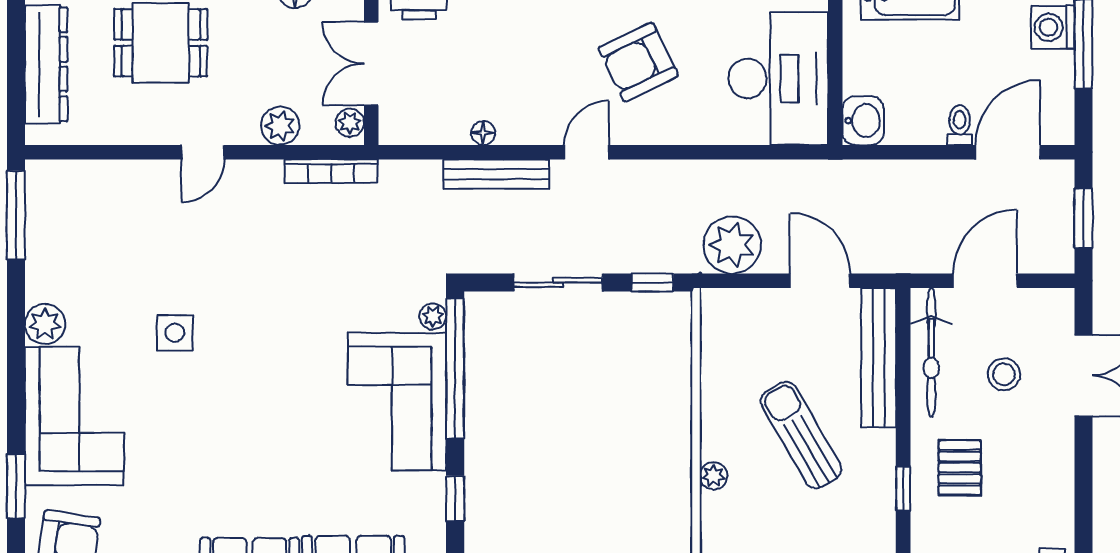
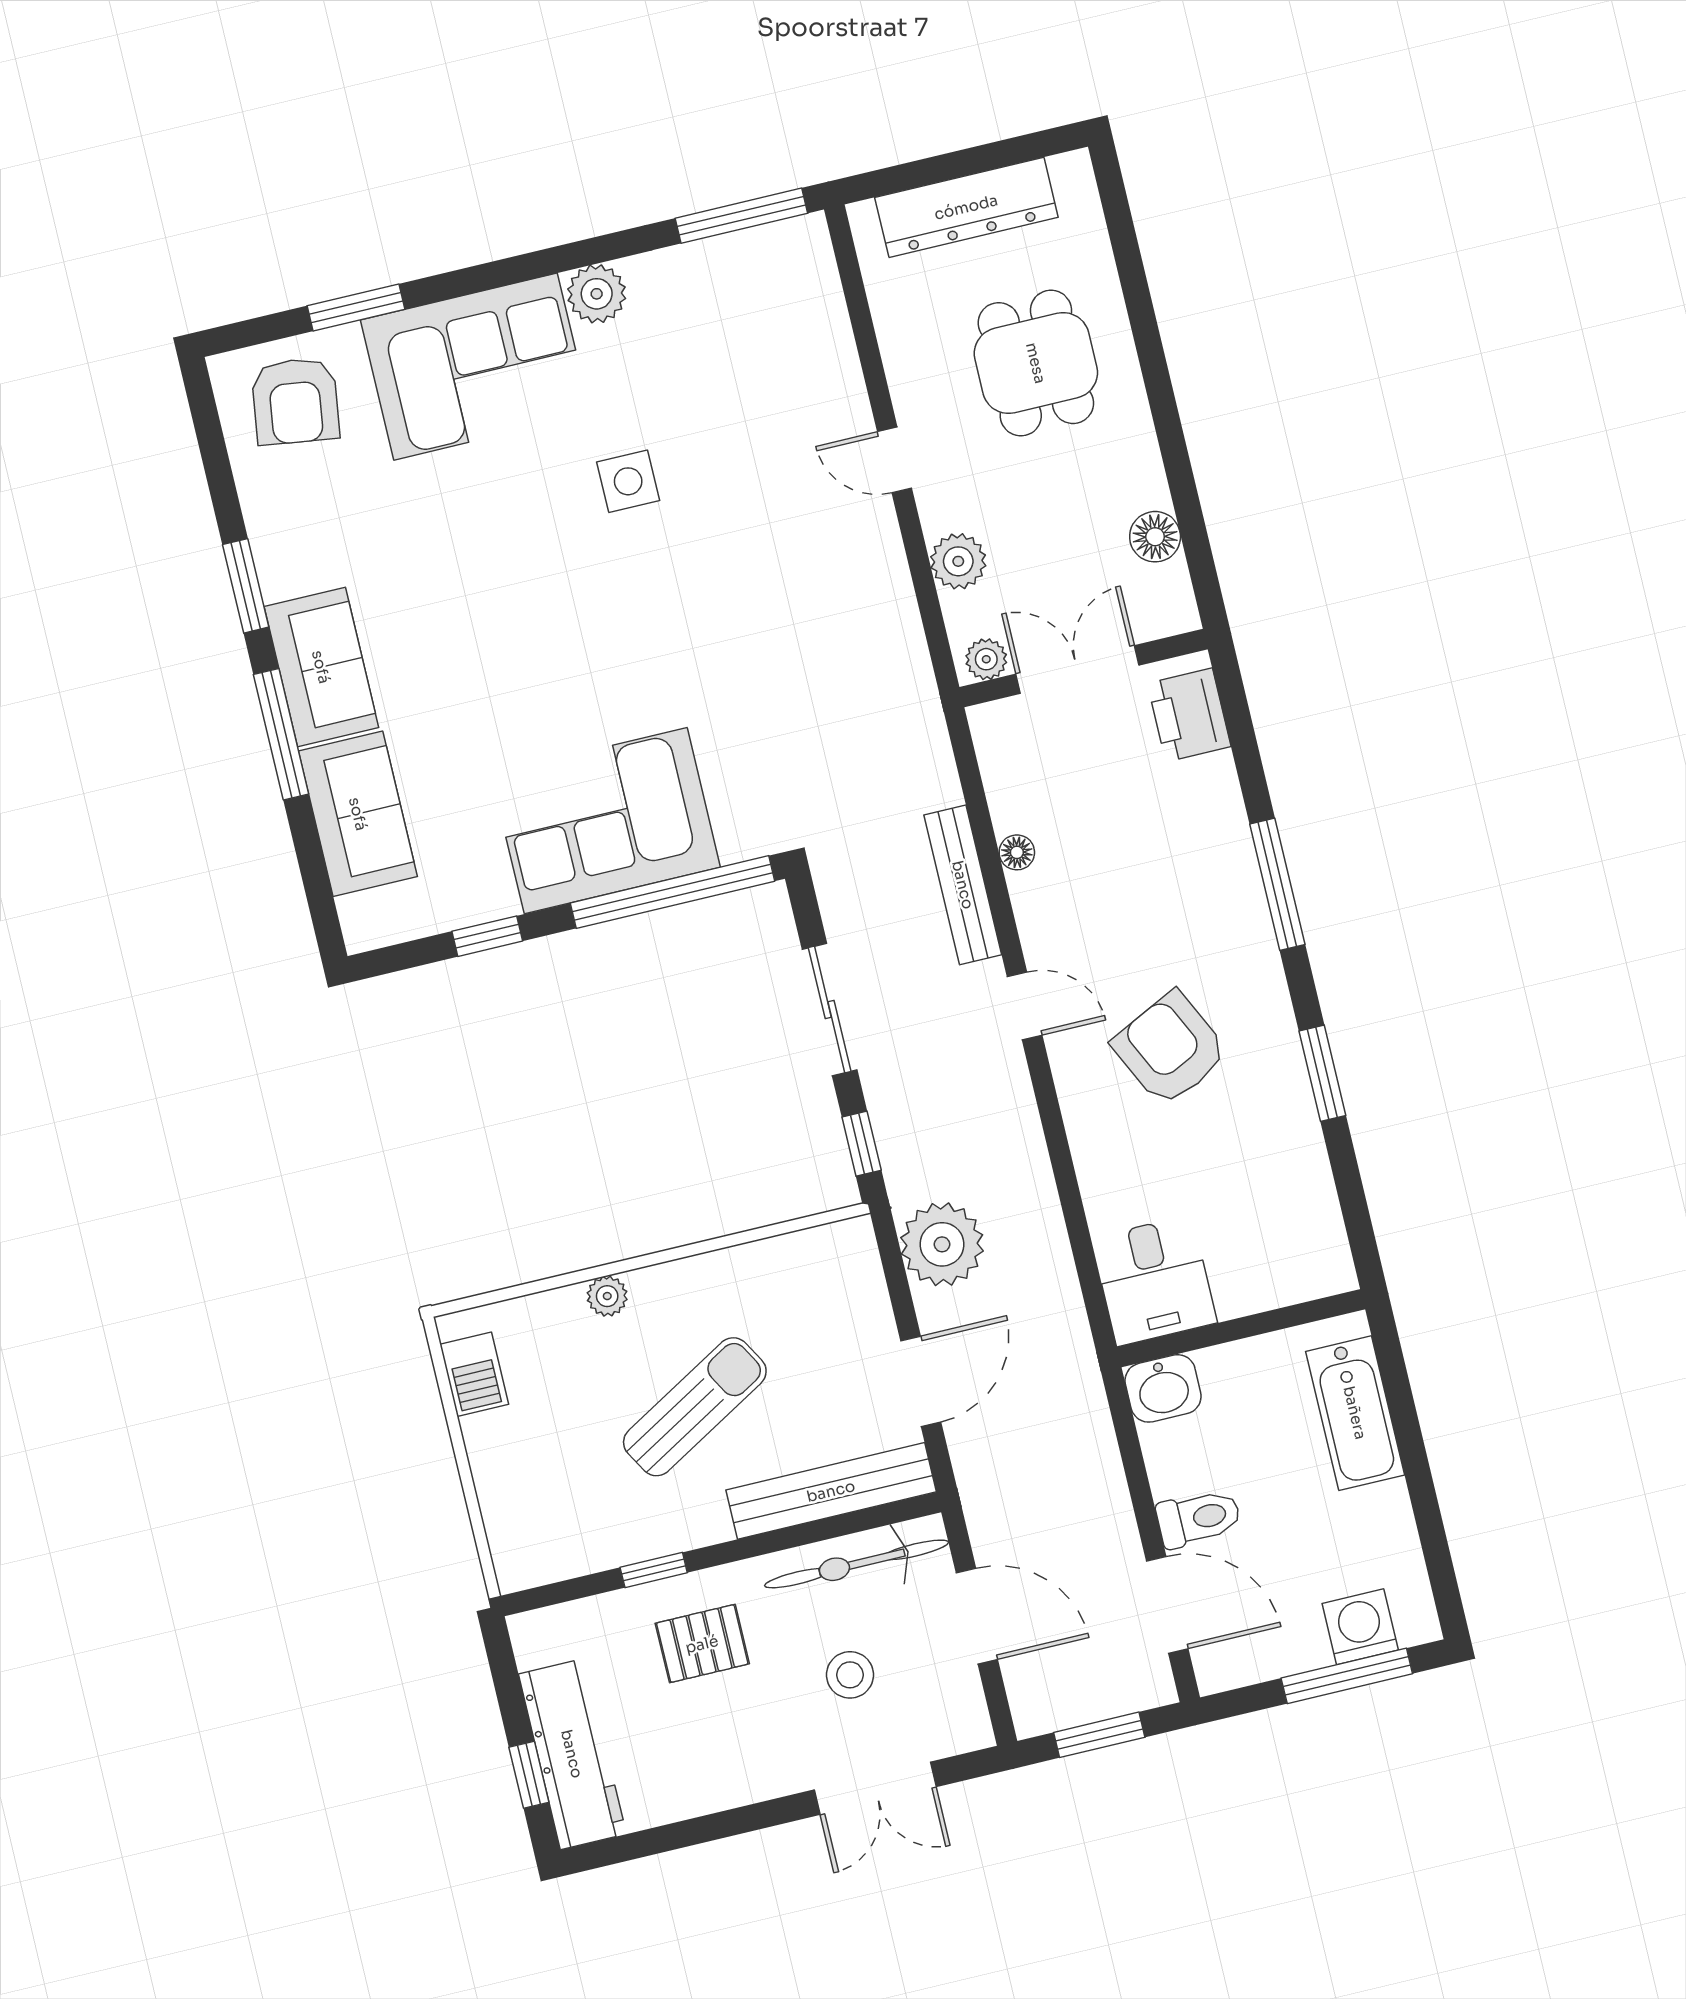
desk: (778, 79) -> (1154, 1281), width x0.53, depth x0.77
toilet: (960, 125) -> (1199, 1518), width x1.37, depth x1.39
bookcase: (331, 171) -> (911, 649), removed
plant: (433, 316) -> (739, 843), removed

